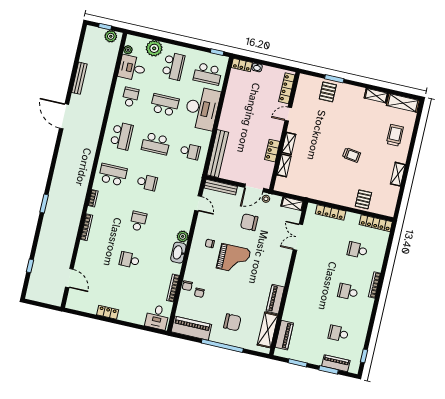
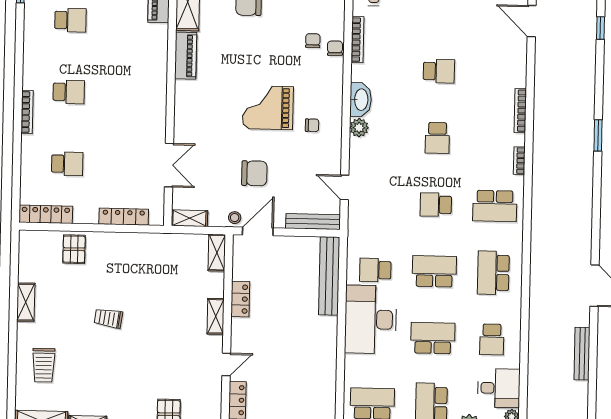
school desk: (165, 105) -> (433, 338), turned 180
desk: (202, 108) -> (371, 319), moved
shelving: (284, 165) -> (217, 253), moved

